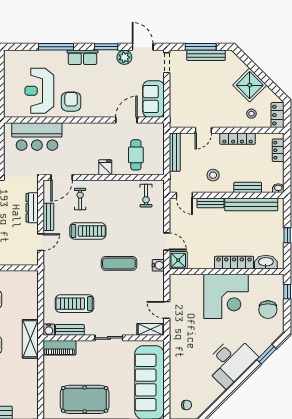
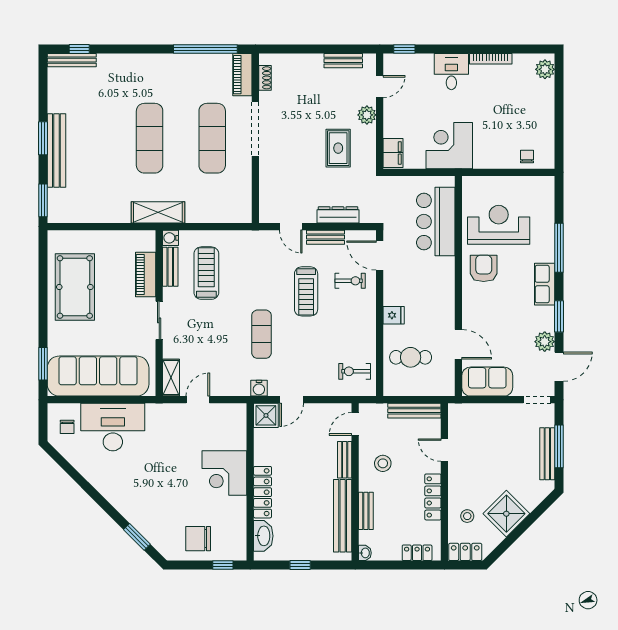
armchair: (71, 102) -> (484, 268), turned -90
corner desk: (226, 296) -> (224, 473), width x0.74, depth x0.74
piano: (59, 348) -> (146, 274), moved
desk: (230, 361) -> (113, 427), moved, turned 135

